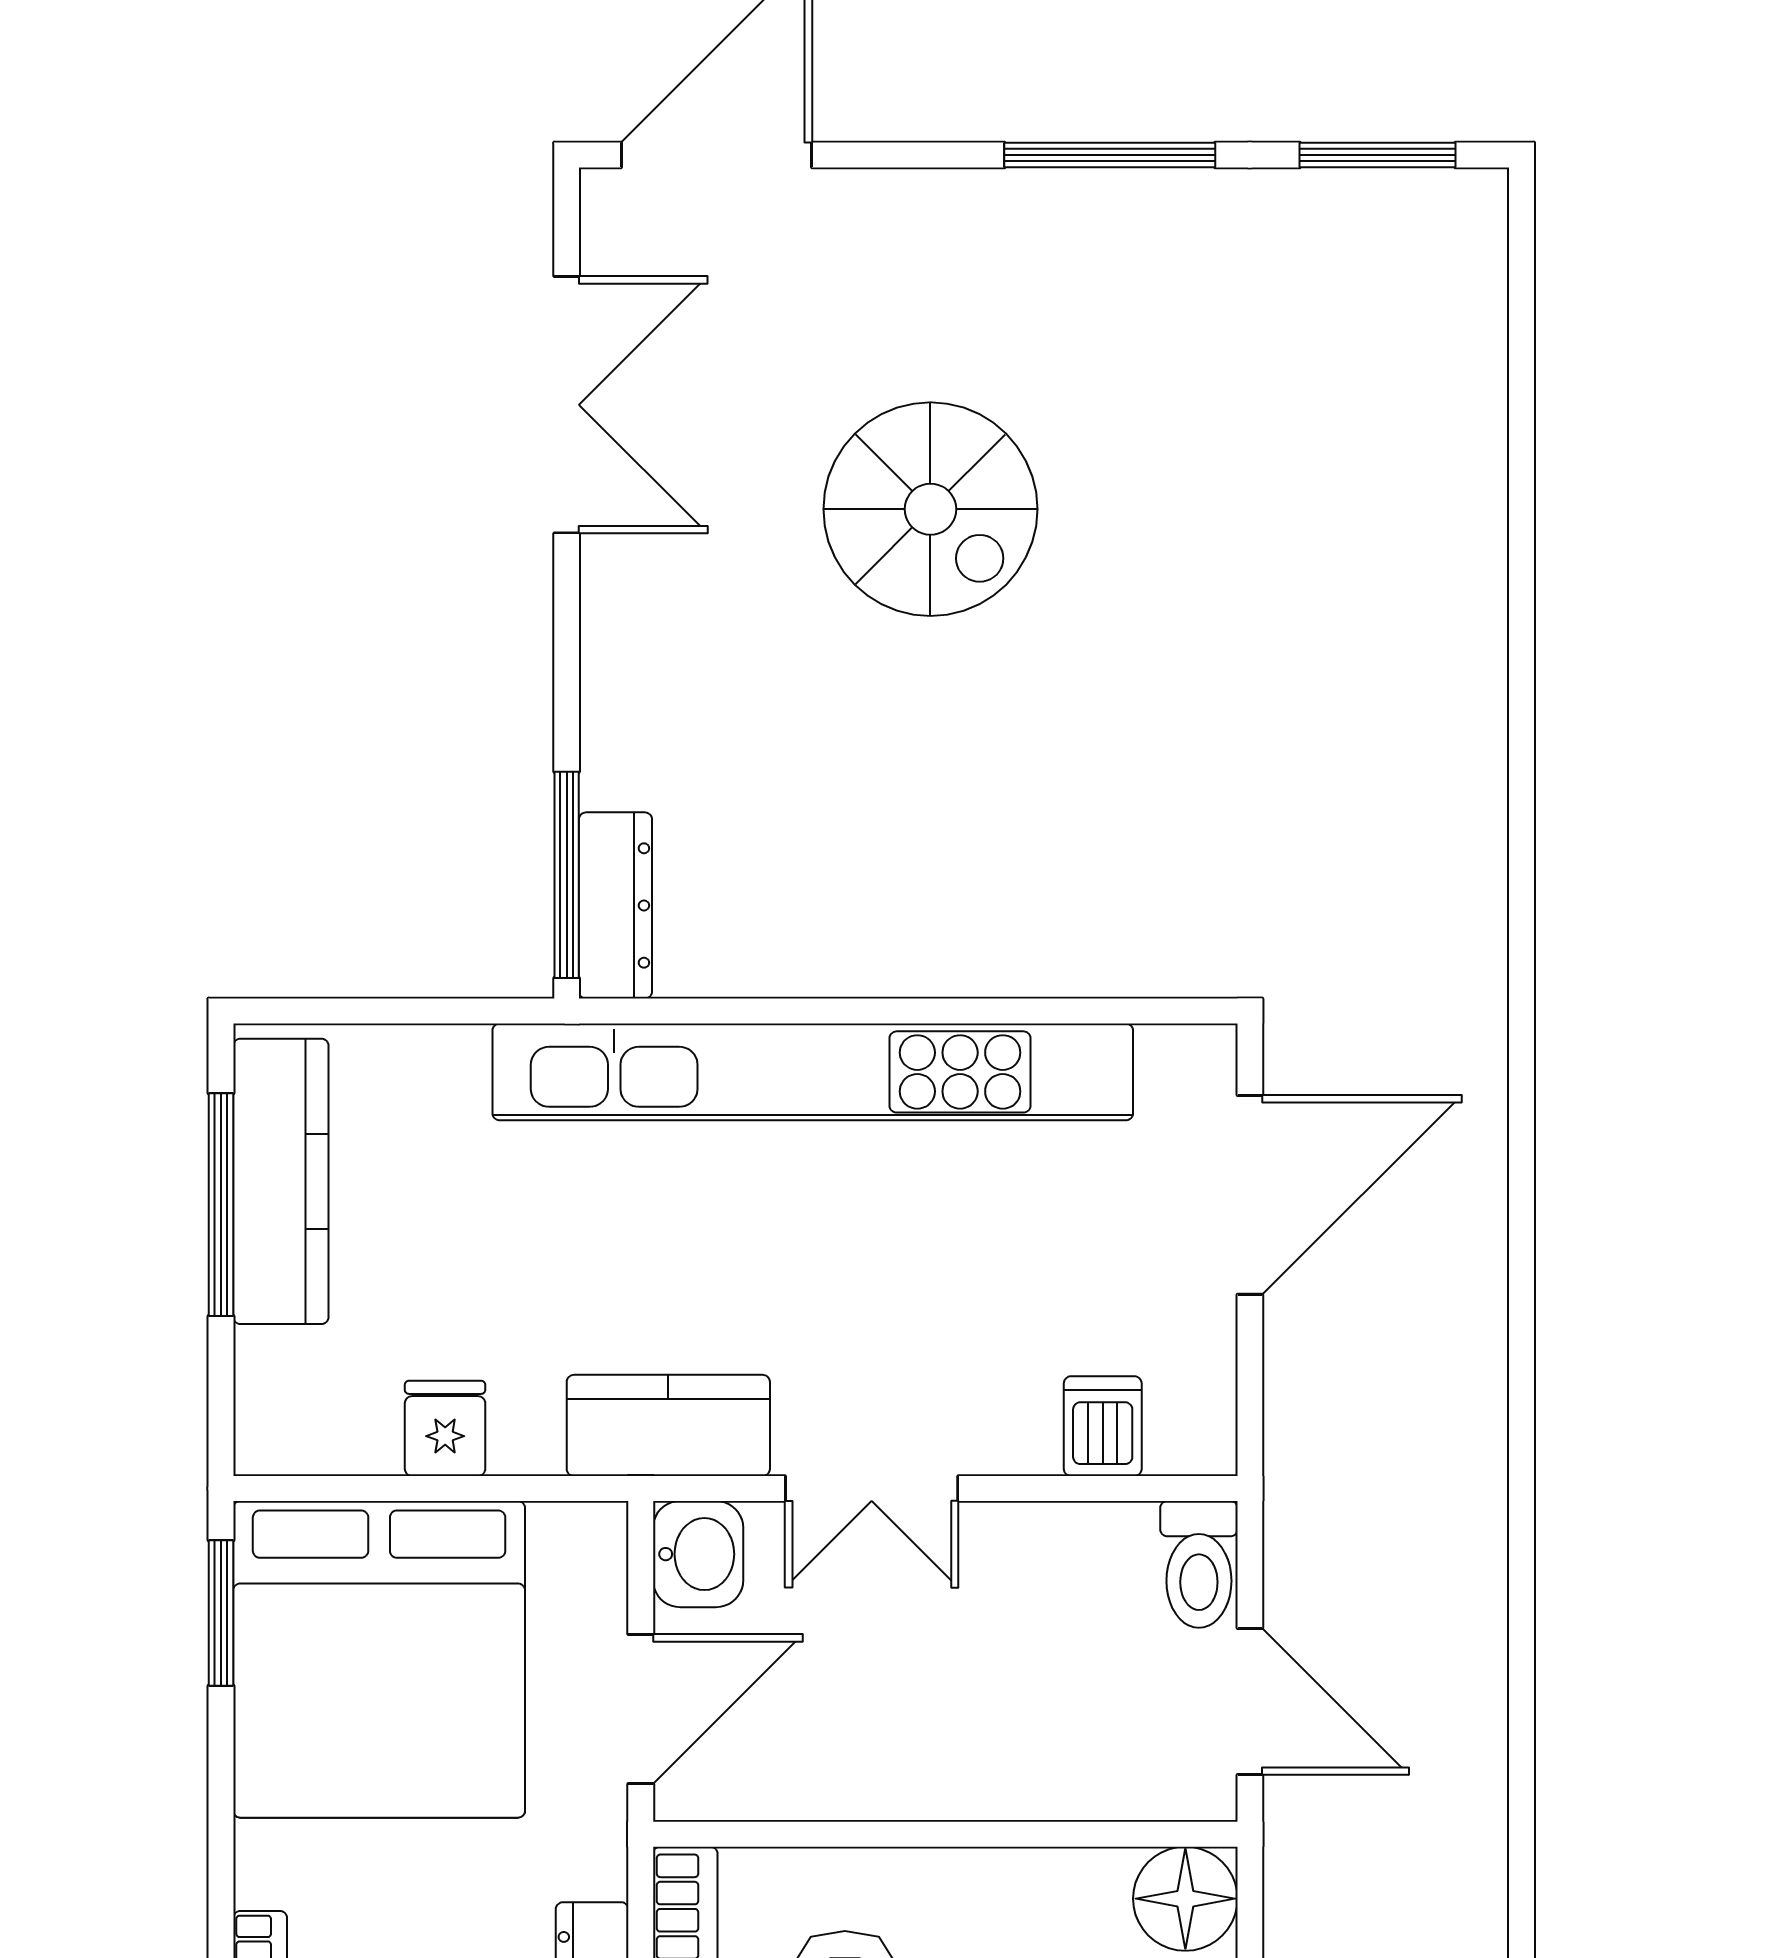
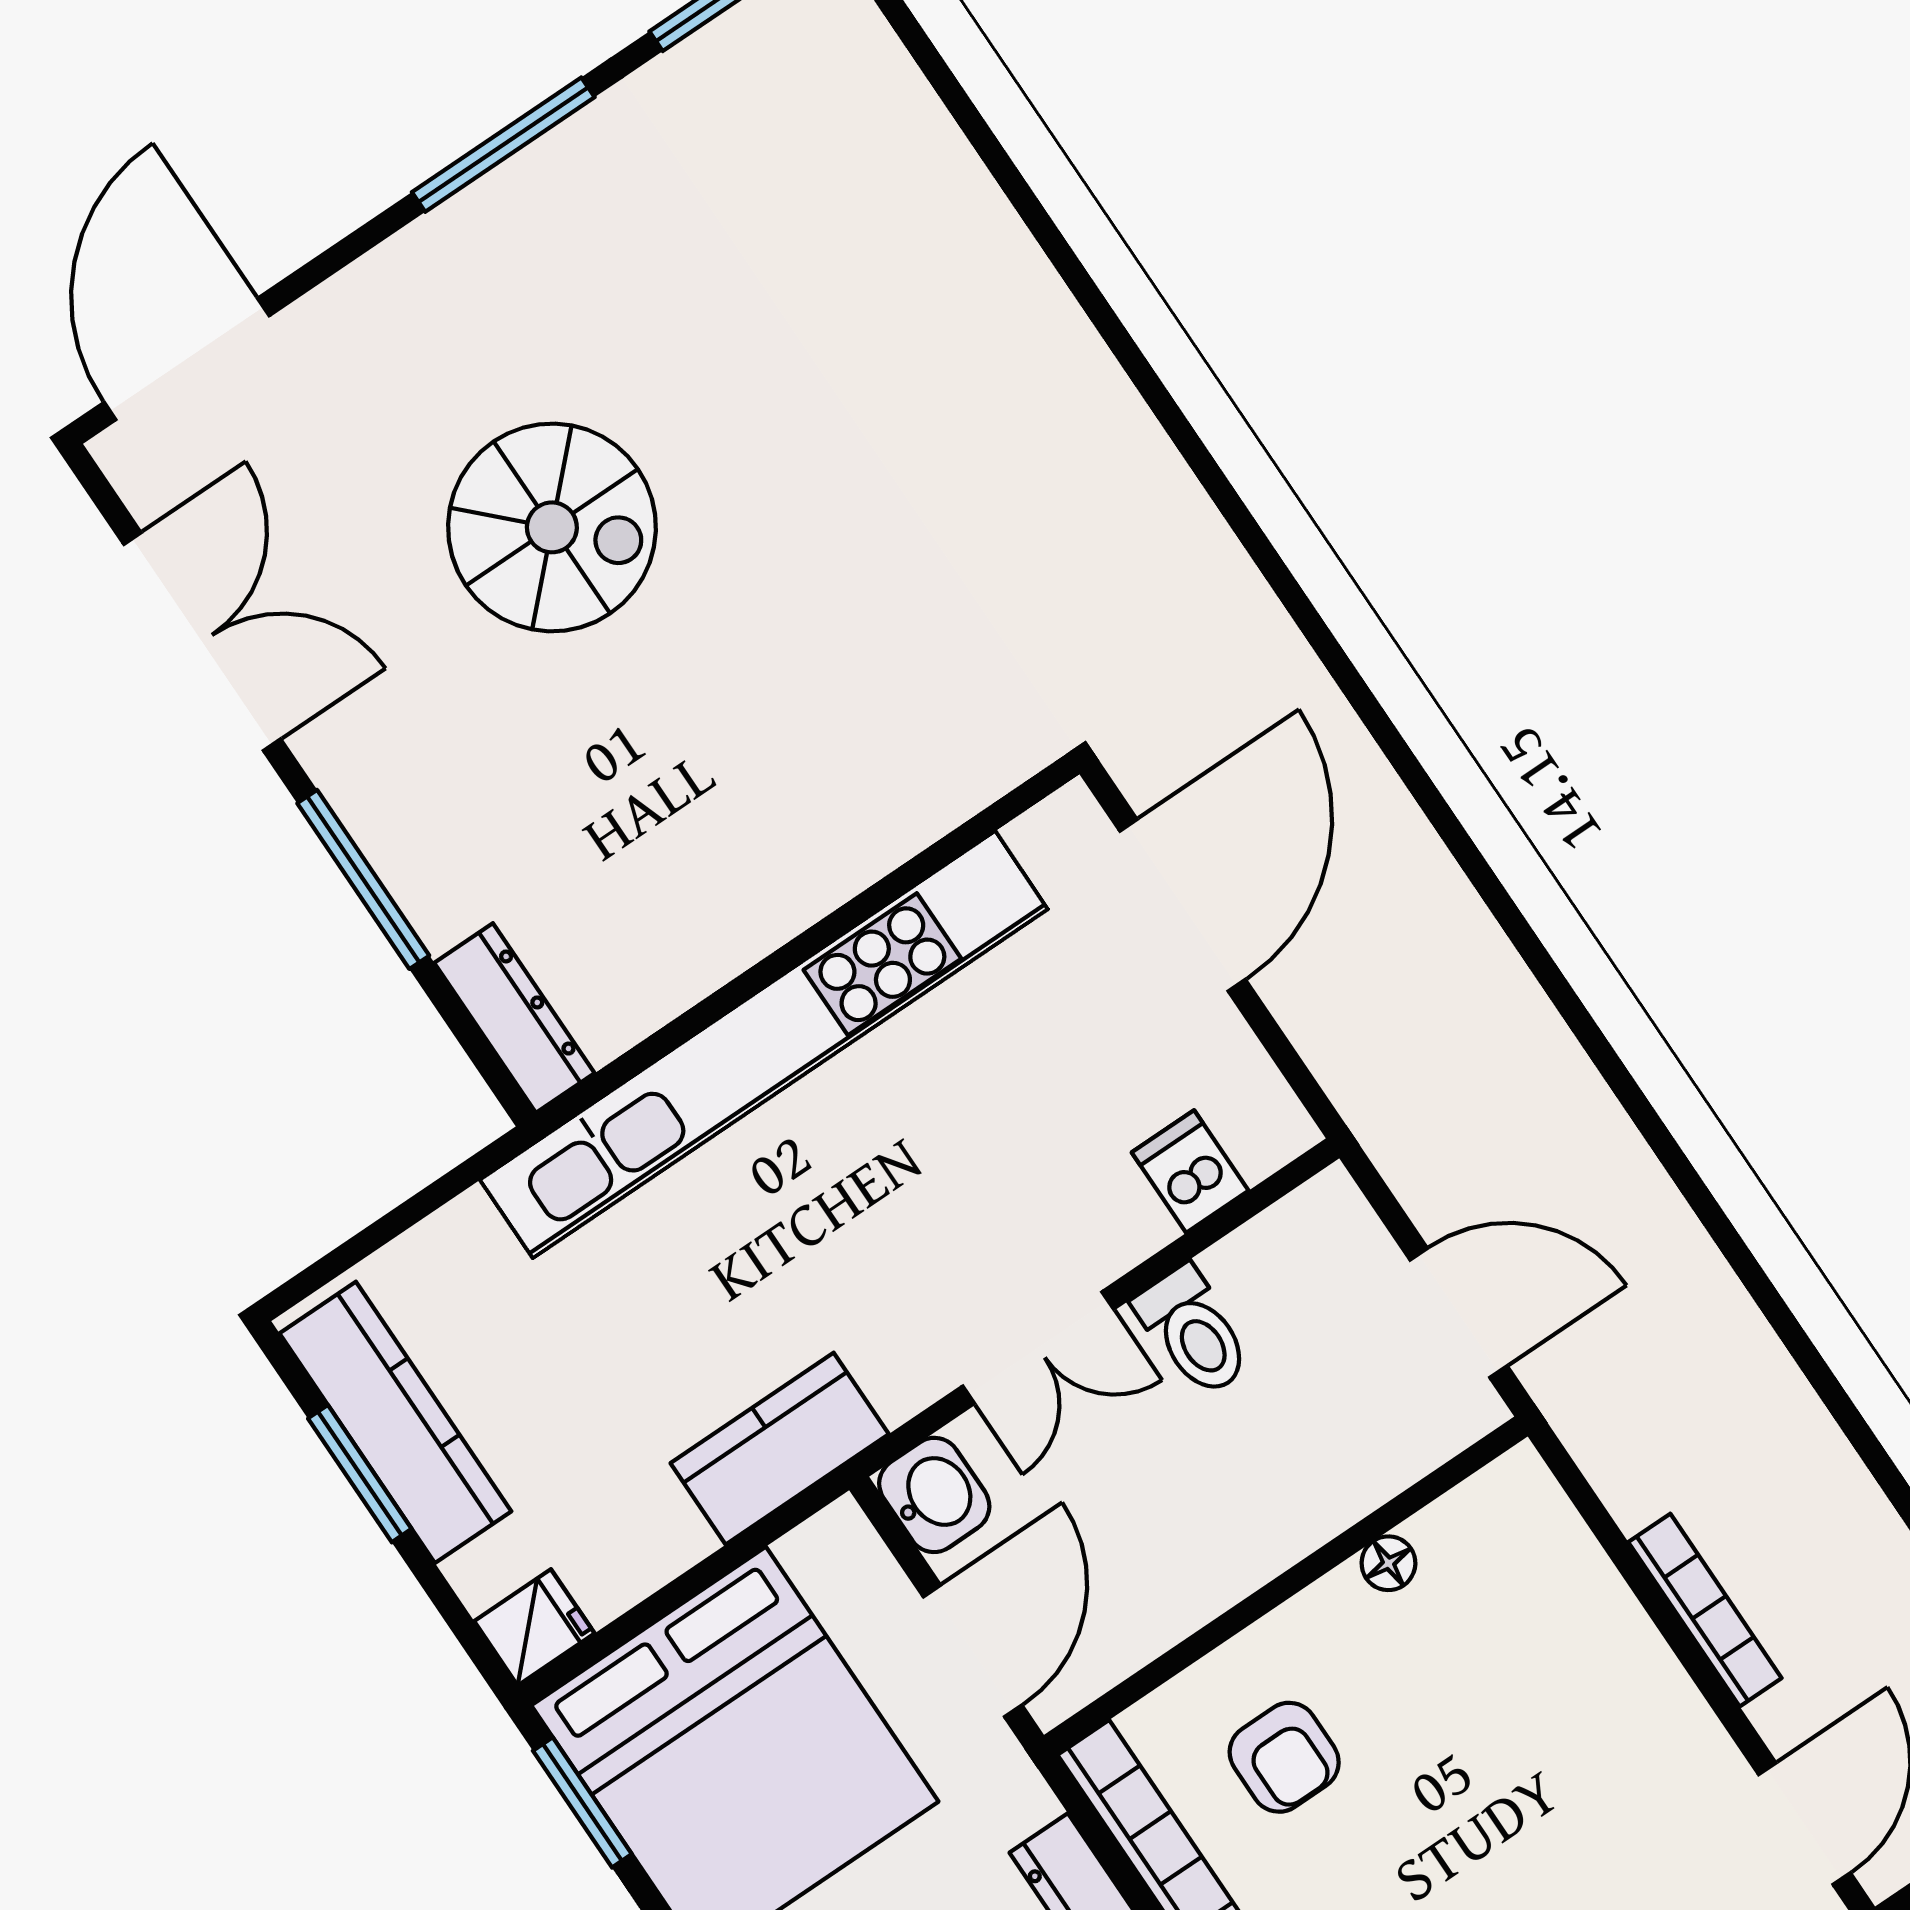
window: (567, 875) -> (363, 879), moved
window: (221, 1205) -> (360, 1474), width x0.69
kitchen counter: (668, 1425) -> (780, 1449), moved
fridge: (445, 1428) -> (534, 1627), moved, turned 90
toilet: (1199, 1564) -> (1194, 1331), moved
floor lamp: (1185, 1899) -> (1388, 1563), moved, width x0.53, depth x0.53

